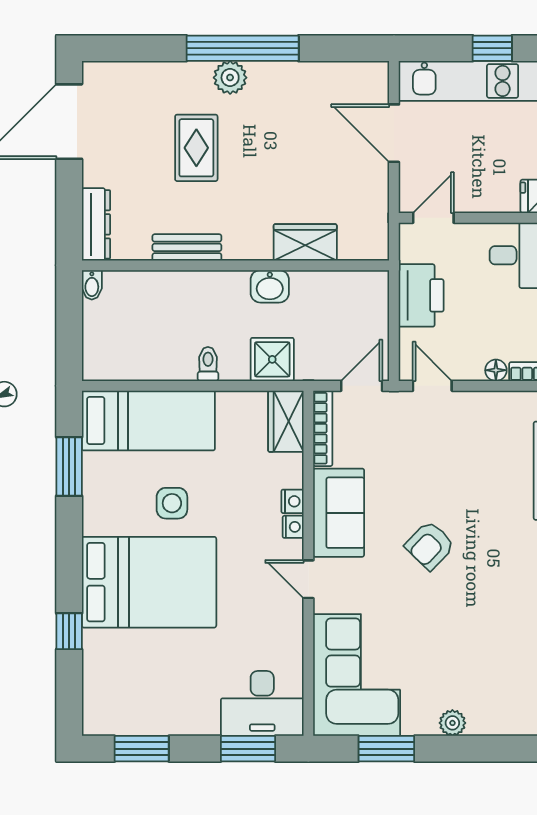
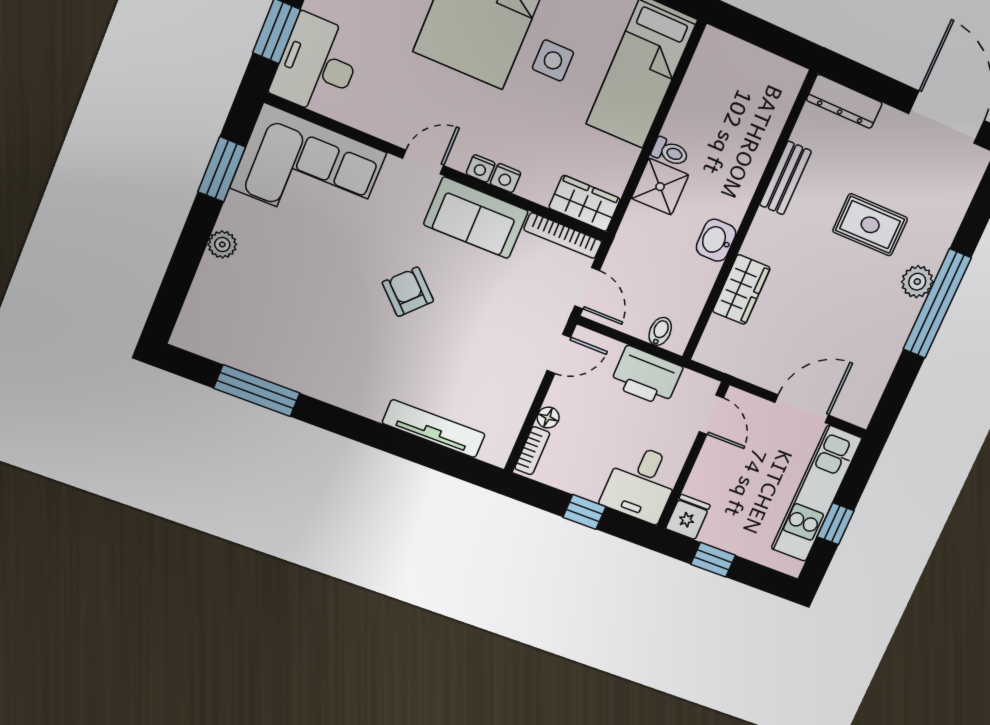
bidet: (92, 285) -> (660, 331), moved, turned 90
shower: (272, 359) -> (660, 187), moved

